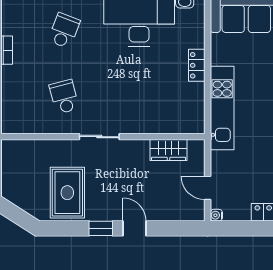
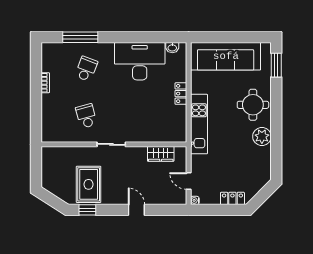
window: (101, 228) -> (87, 210), moved

